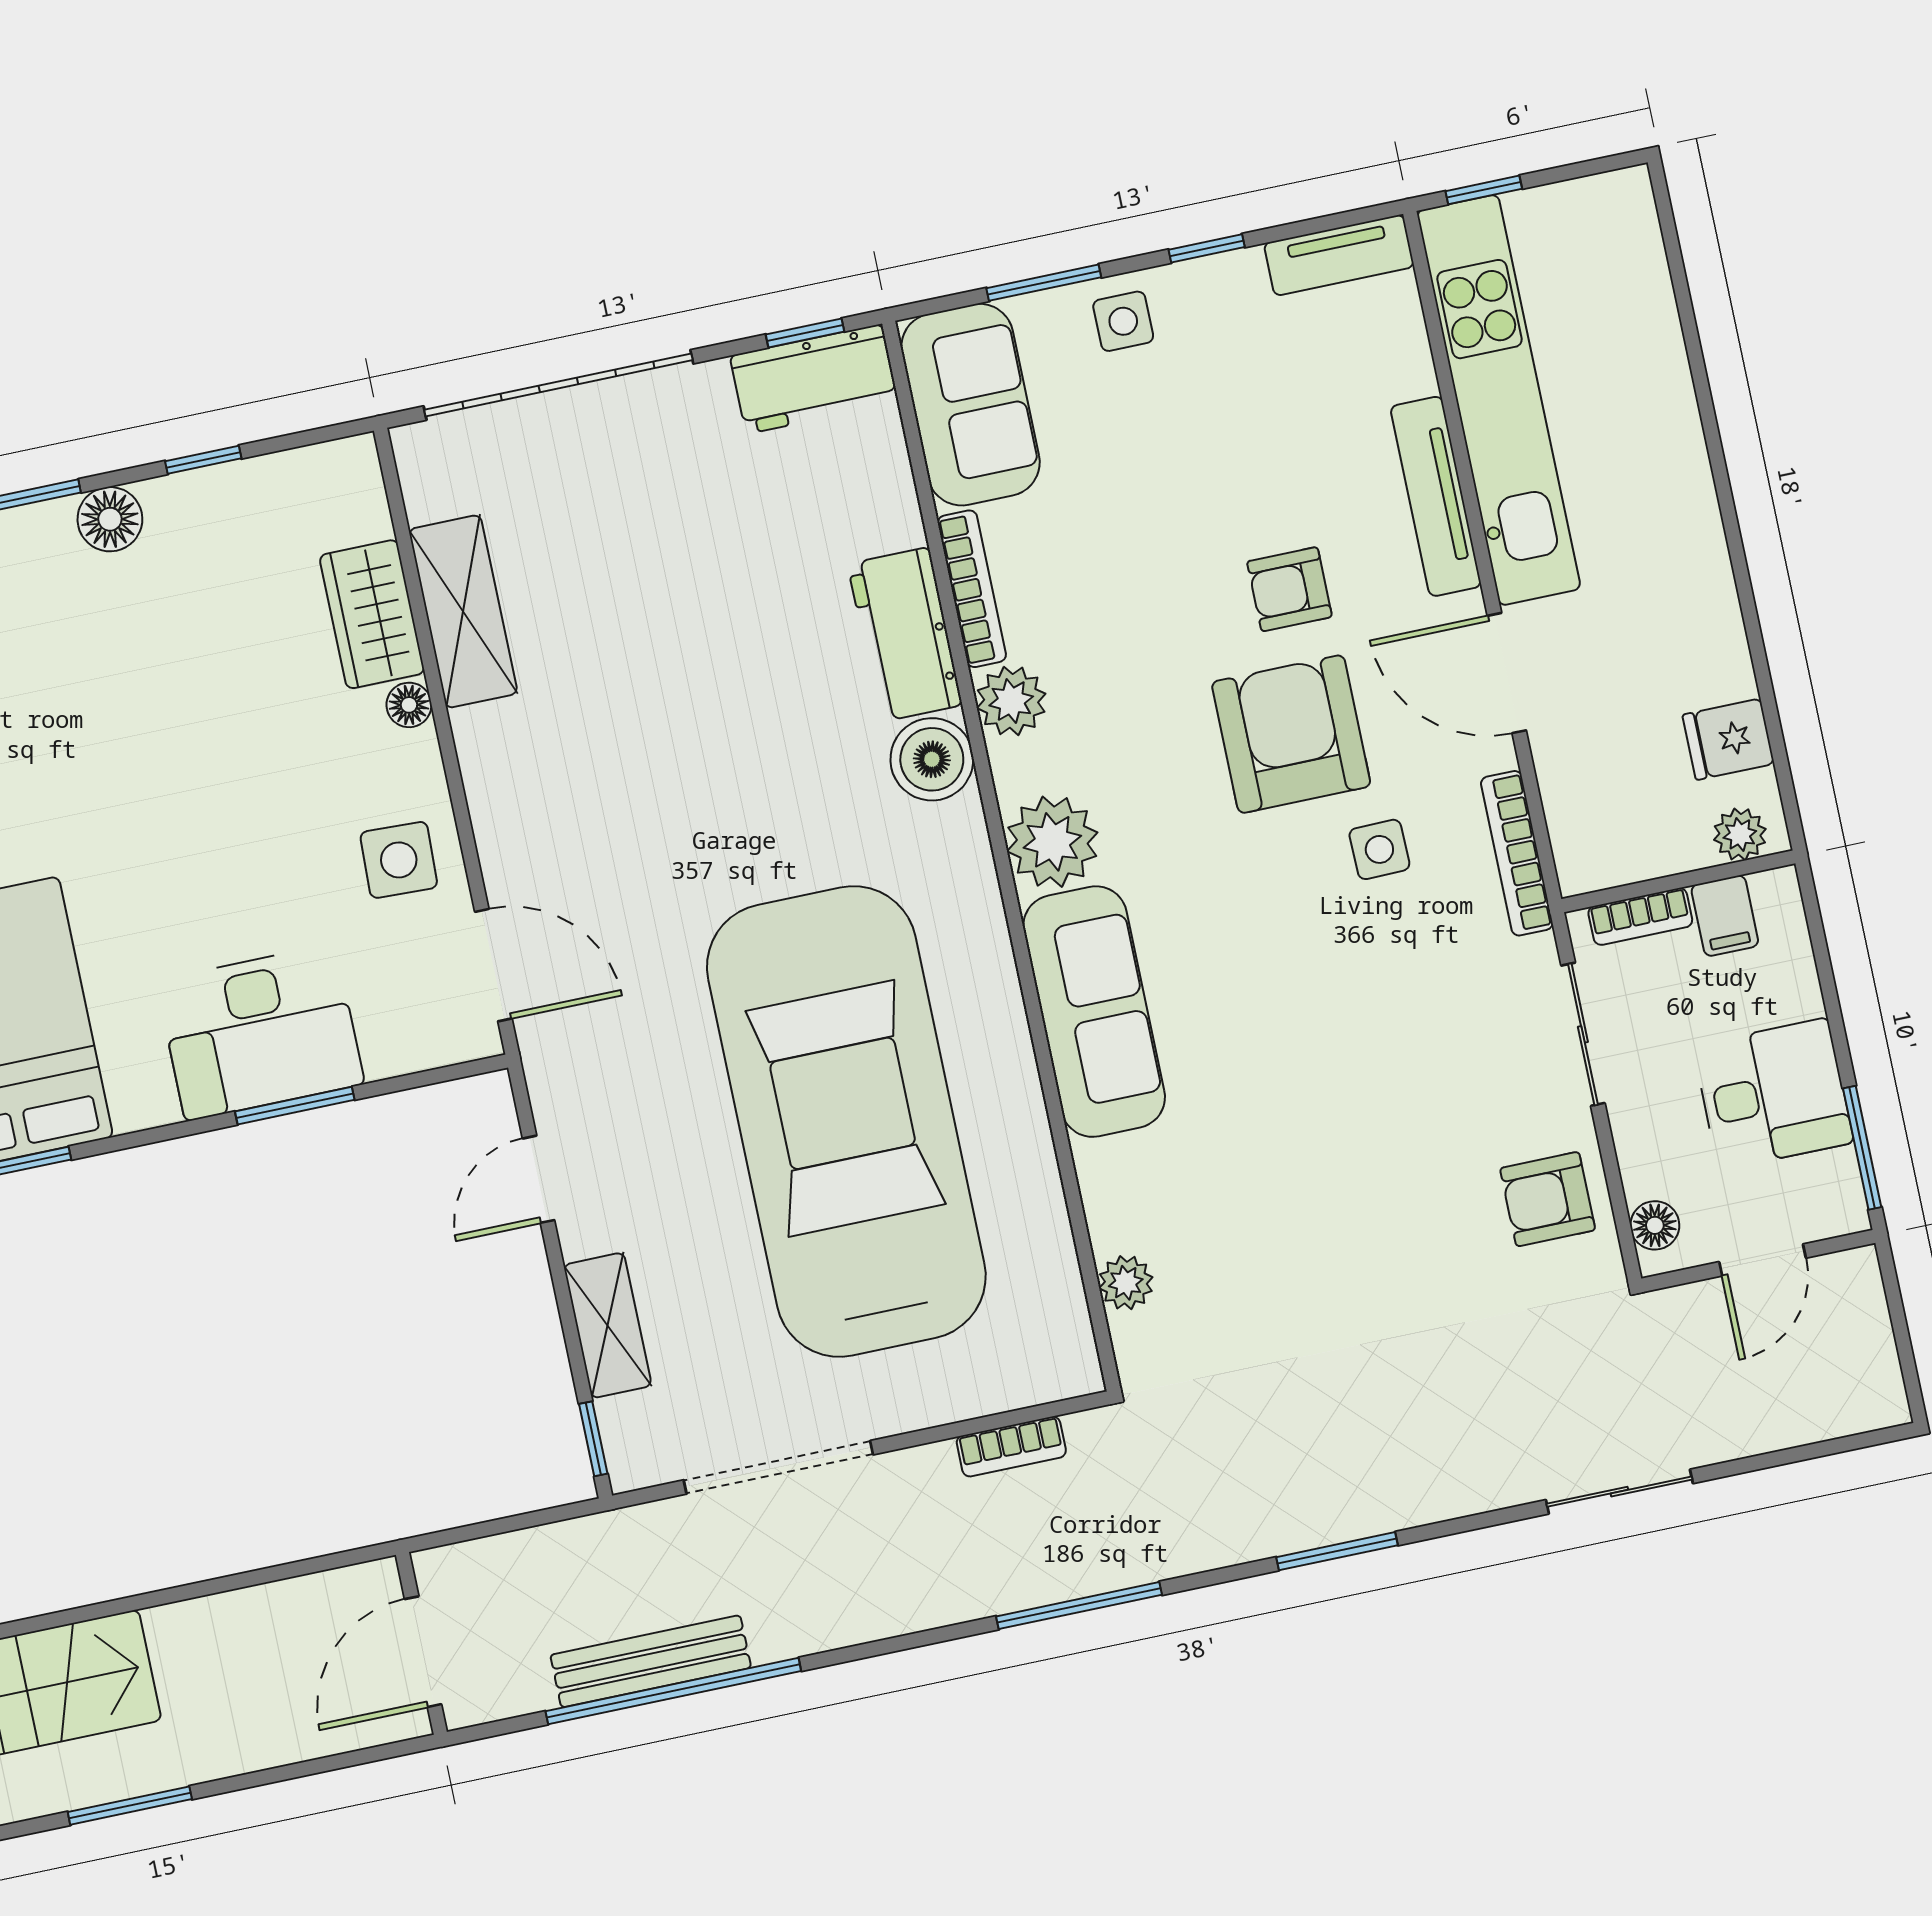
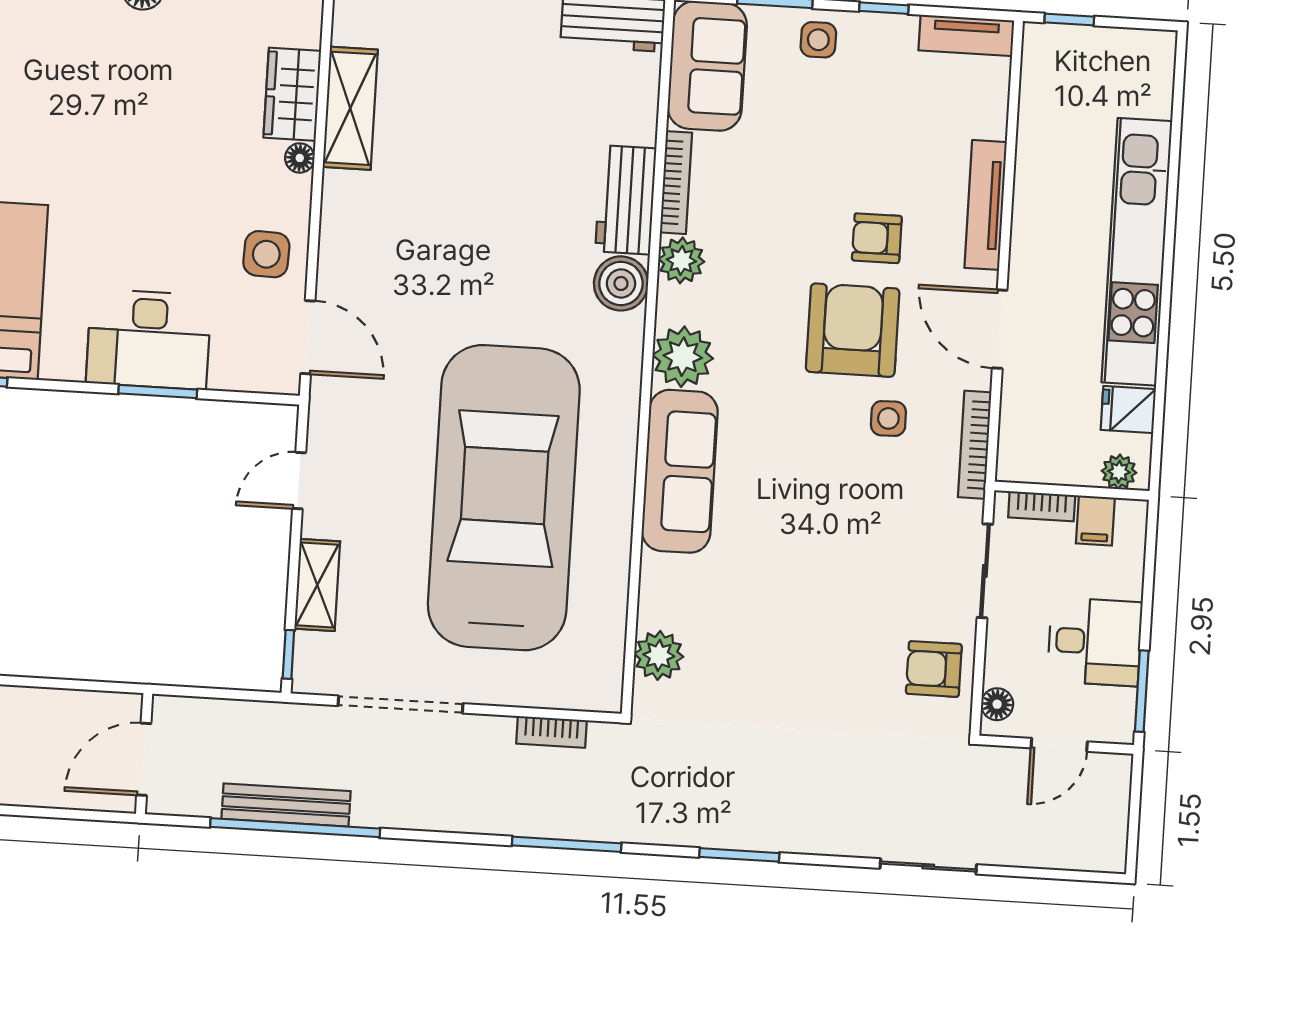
kitchen unit: (1499, 400) -> (1137, 252), moved, turned 180
plant: (1126, 1283) -> (659, 655), width x1.38, depth x1.38

